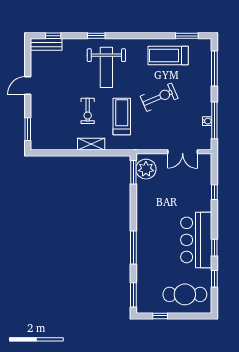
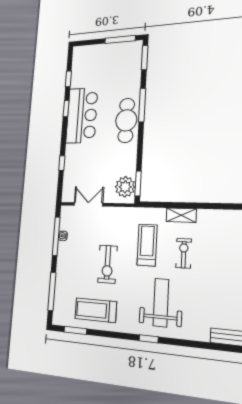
window: (53, 36) -> (221, 347), removed
window: (96, 36) -> (149, 339), moved
treadmill: (168, 55) -> (96, 310), turned 180
exercise bike: (159, 97) -> (107, 264), turned -67
treadmill: (122, 116) -> (147, 245), turned 180
cafe table: (185, 294) -> (126, 120), moved, turned 90
window: (160, 316) -> (120, 39), width x2.17

